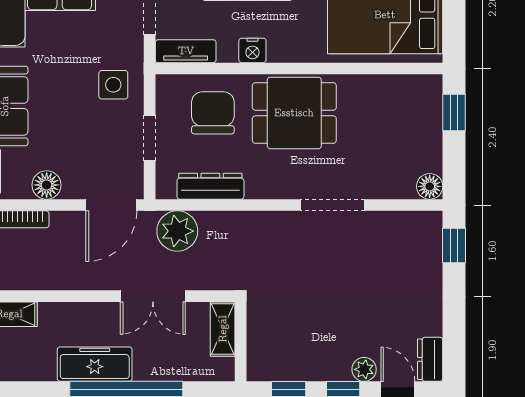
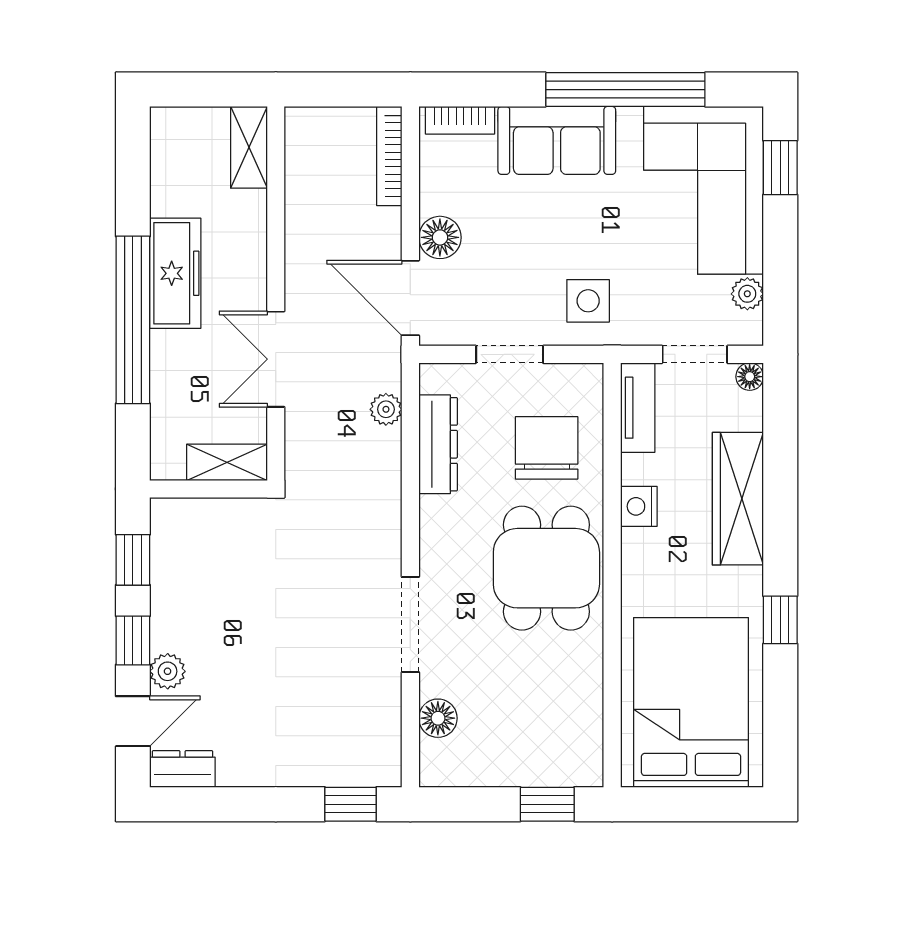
chair: (213, 113) -> (547, 448), turned -90
floor lamp: (47, 185) -> (440, 237), moved
floor lamp: (430, 186) -> (438, 718), moved
plant: (177, 231) -> (386, 409), width x0.53, depth x0.53

